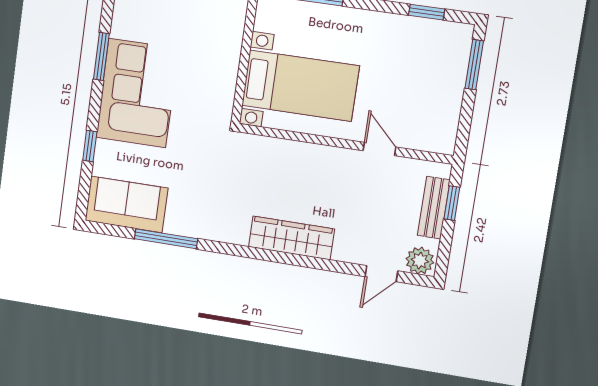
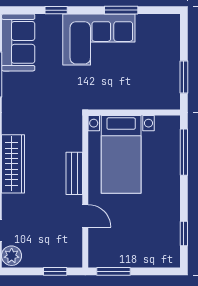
window: (474, 65) -> (114, 271), moved
door: (379, 149) -> (85, 216), hinge flipped
bench: (434, 208) -> (74, 173), moved, turned 90

